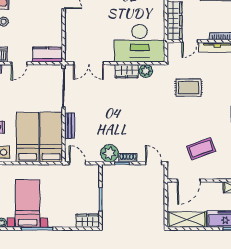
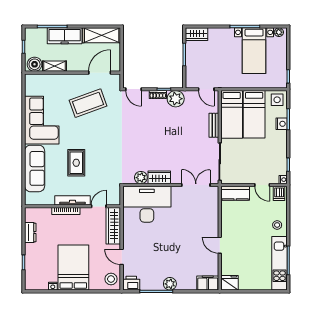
door: (19, 63) -> (262, 185), swing flipped
rug: (189, 88) -> (76, 163), moved, turned 90
coffee table: (201, 149) -> (88, 103), width x1.36, depth x1.32

